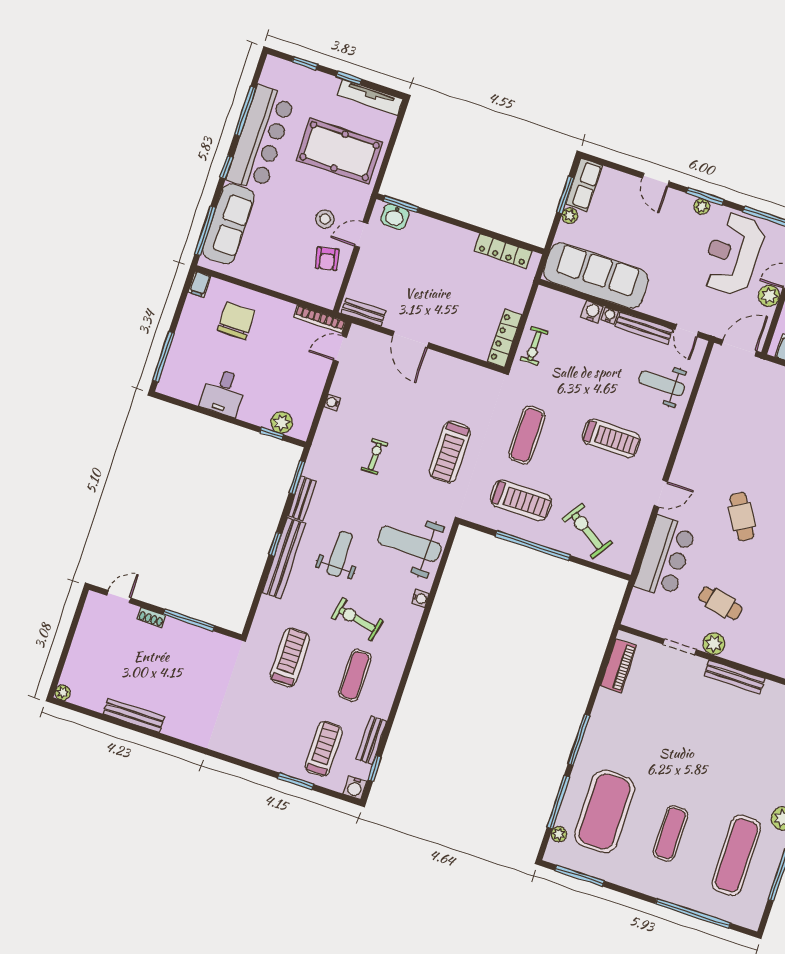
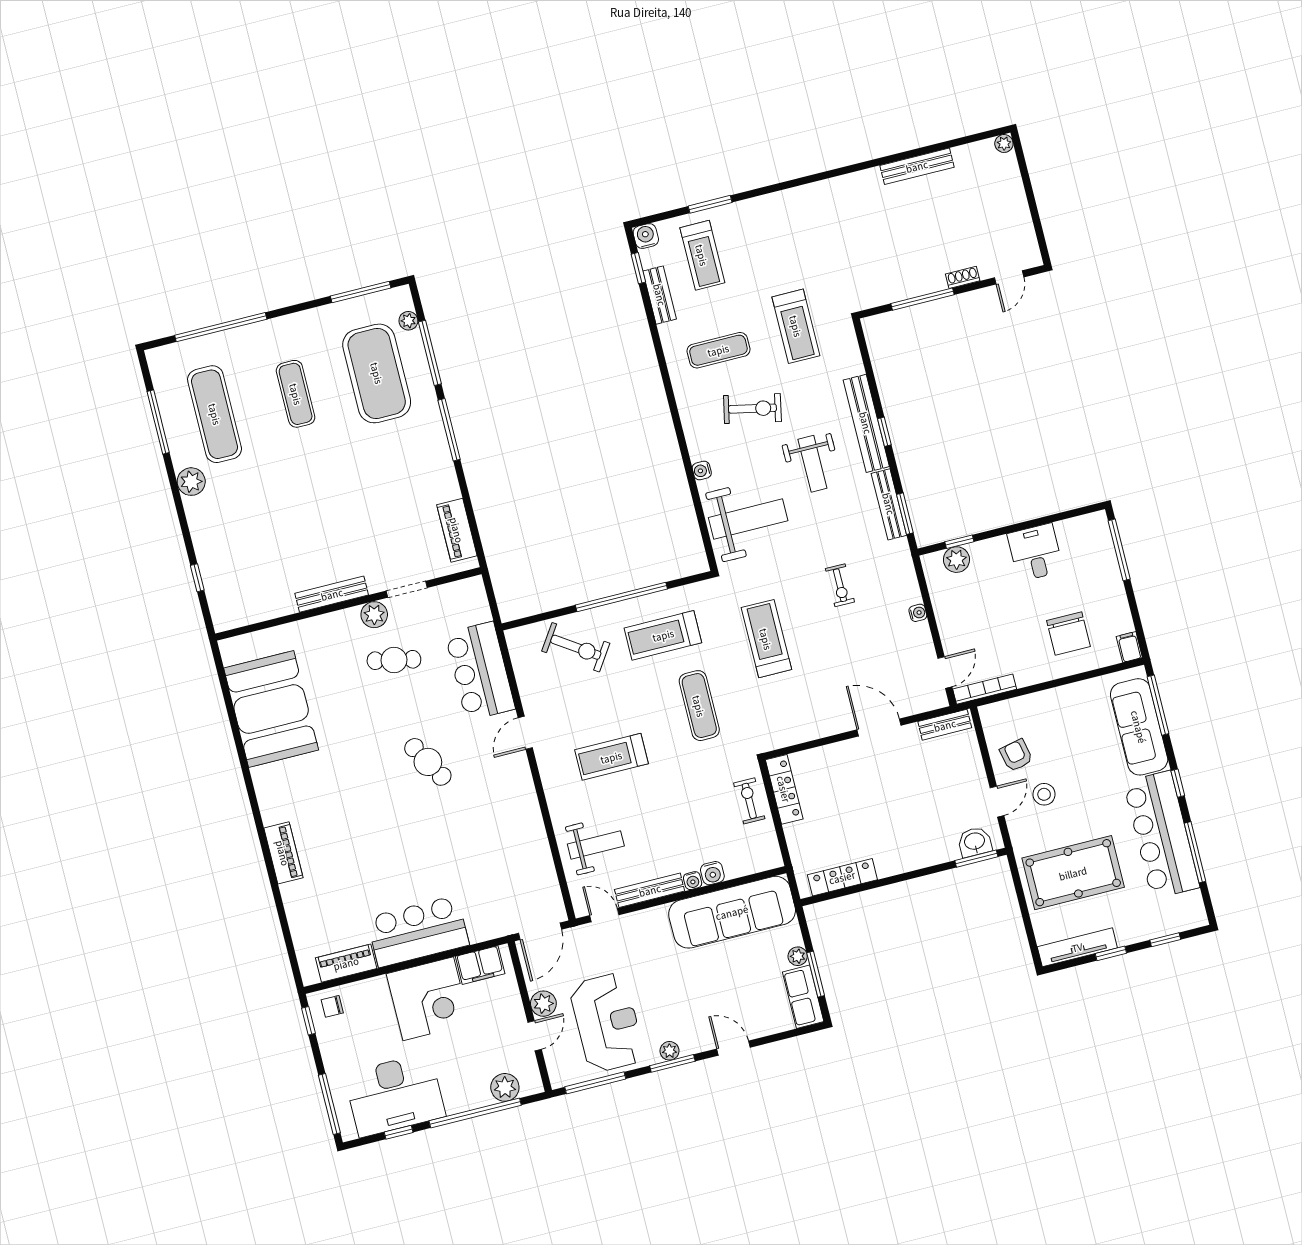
bench: (302, 498) -> (889, 504), width x1.36
exercise mat: (355, 675) -> (718, 350), turned 90

